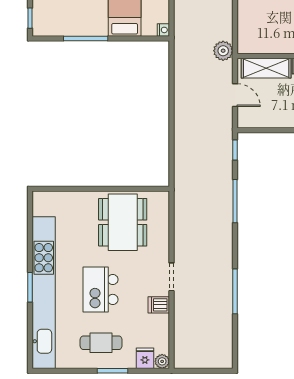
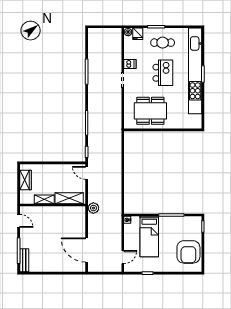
door: (235, 95) -> (87, 173), moved
dining table: (123, 222) -> (150, 111), turned 90

